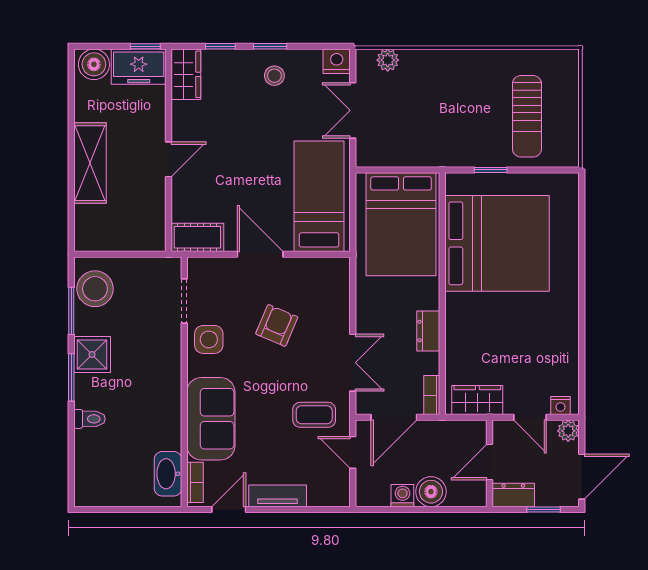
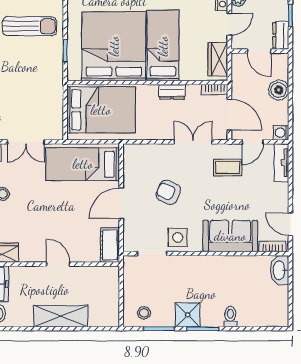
stool: (95, 289) -> (144, 313), width x0.53, depth x0.53
bed: (498, 317) -> (163, 46), added
coffee table: (314, 415) -> (228, 168), turned 90
washbasin: (168, 474) -> (280, 270), moved, turned 90
tv unit: (278, 496) -> (281, 163), moved
washing machine: (402, 496) -> (281, 133), moved

